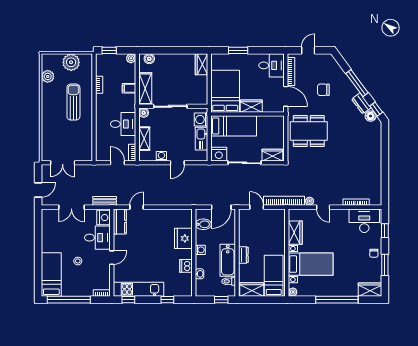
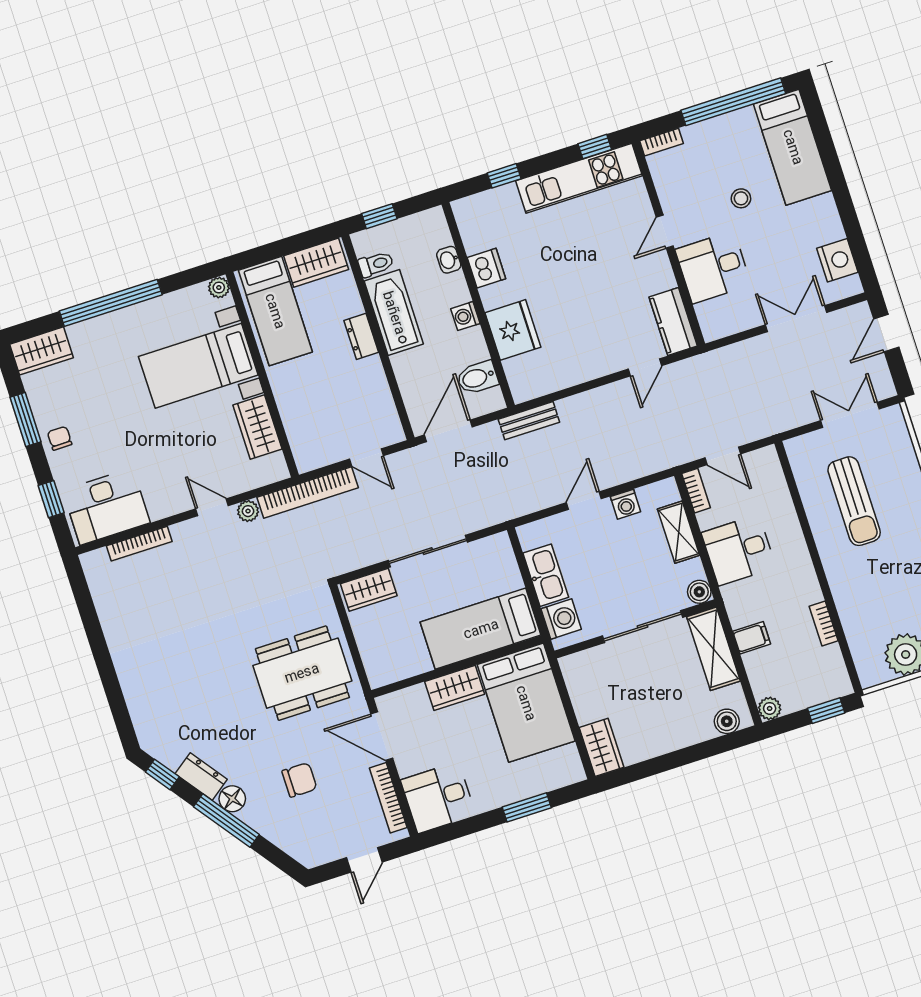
sun lounger: (73, 102) -> (854, 501), moved
floor lamp: (371, 116) -> (232, 799), moved
nightstand: (219, 154) -> (494, 552), removed
bench: (105, 201) -> (529, 421), moved
nightstand: (104, 218) -> (837, 260), moved, turned 180

